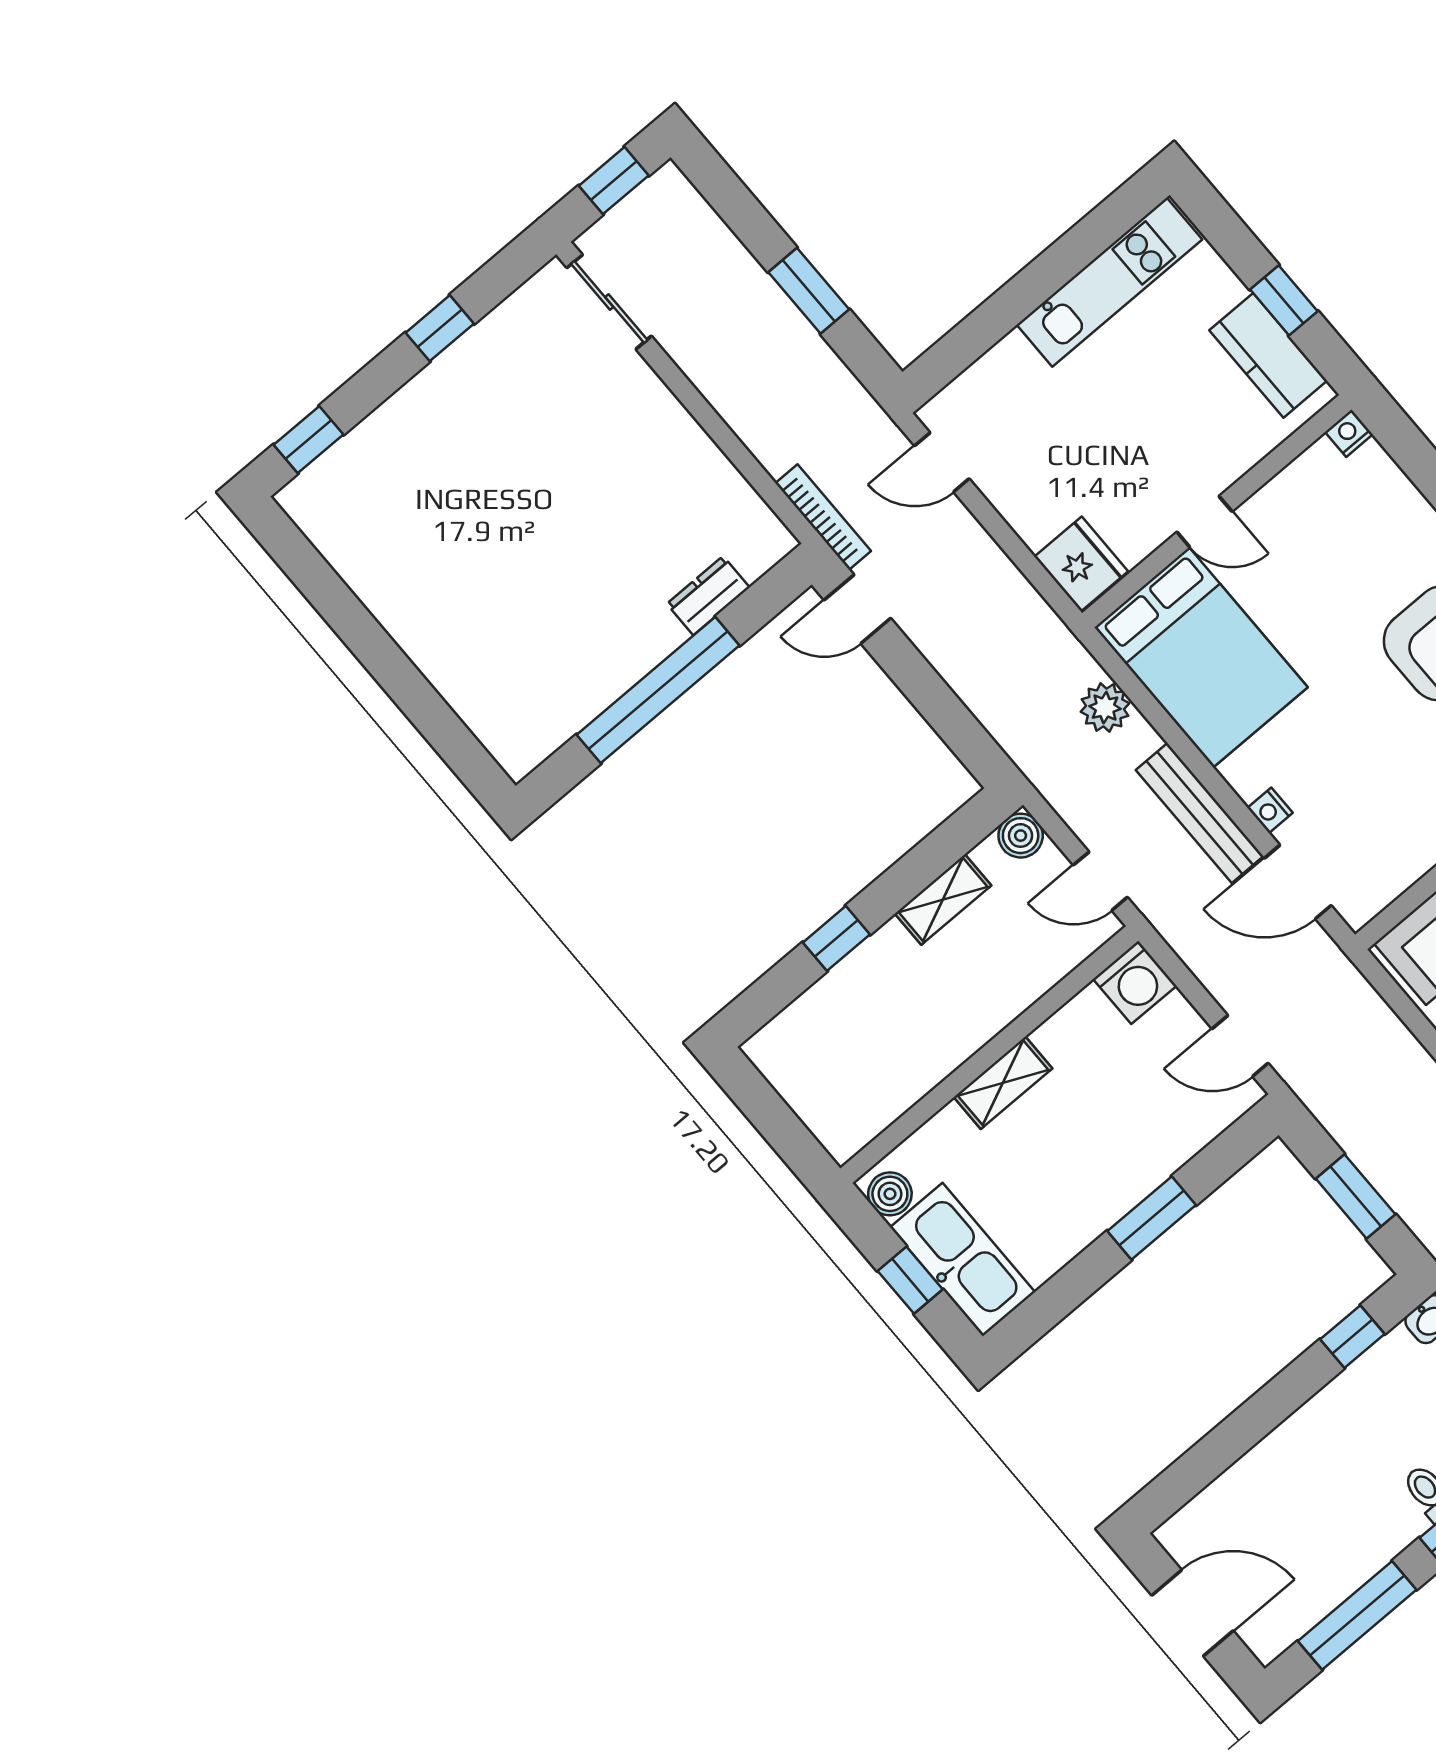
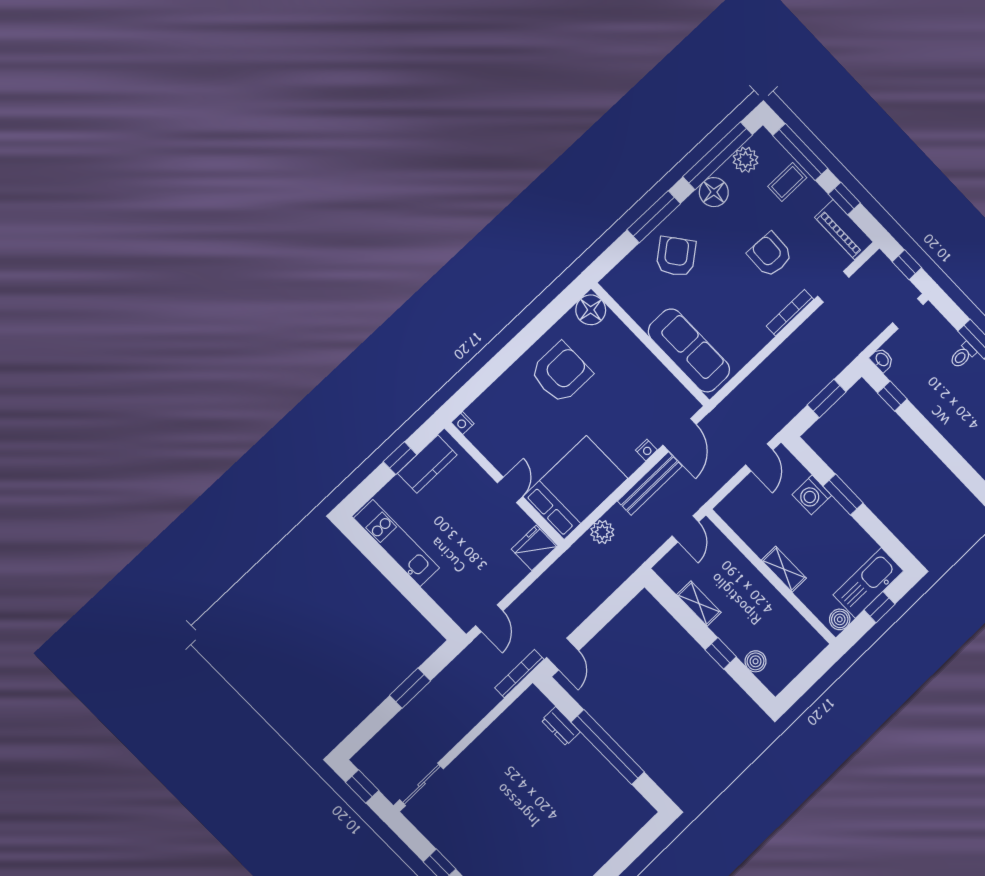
boiler: (1021, 836) -> (756, 661), moved
washing machine: (1135, 982) -> (812, 495), moved, turned 180

